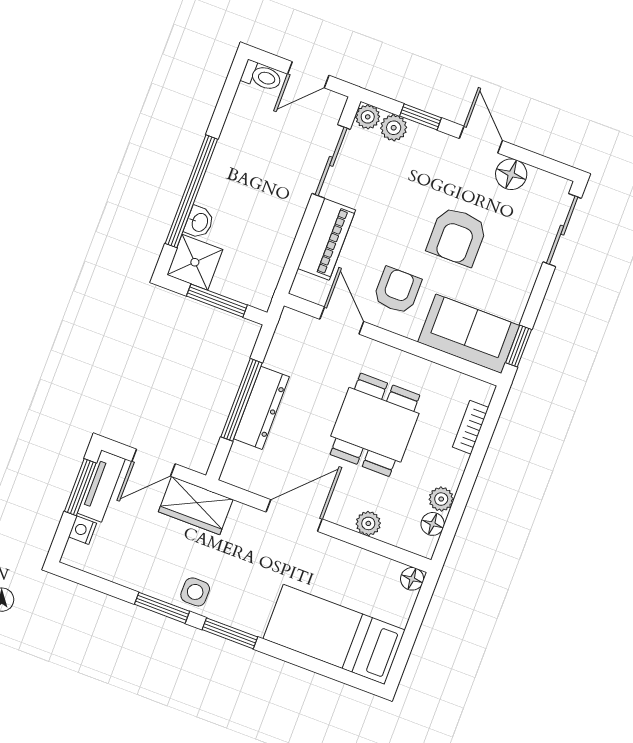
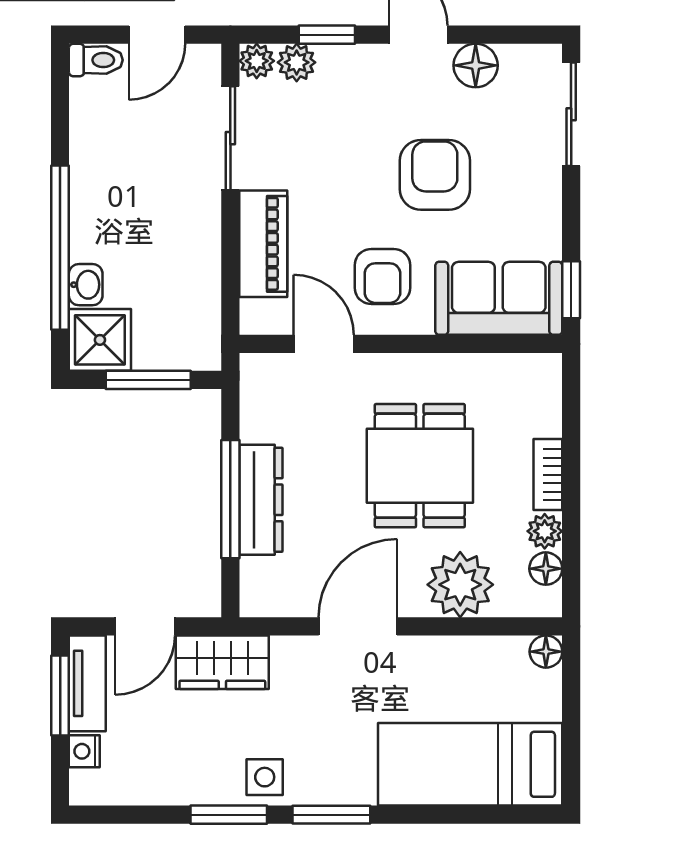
armchair: (457, 236) -> (435, 175), turned 180
armchair: (397, 290) -> (382, 276), turned 180
bookcase: (471, 427) -> (548, 475), moved
plant: (368, 523) -> (460, 585), width x1.87, depth x1.87

